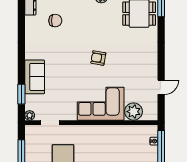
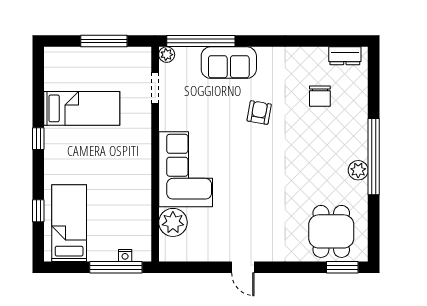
armchair: (98, 58) -> (259, 112), moved
door: (161, 87) -> (243, 267), moved
window: (21, 94) -> (201, 41), width x2.11

